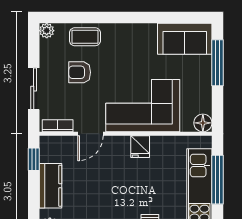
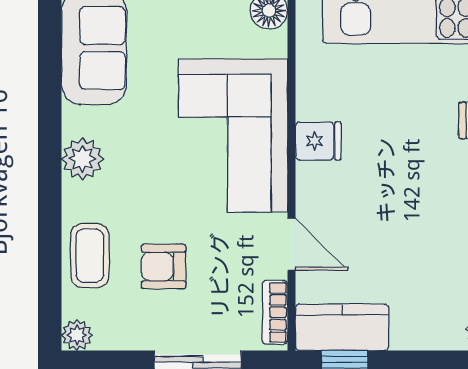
plant: (131, 33) -> (82, 159), added
armchair: (80, 72) -> (164, 267), turned 90
kitchen counter: (50, 186) -> (342, 327), moved

